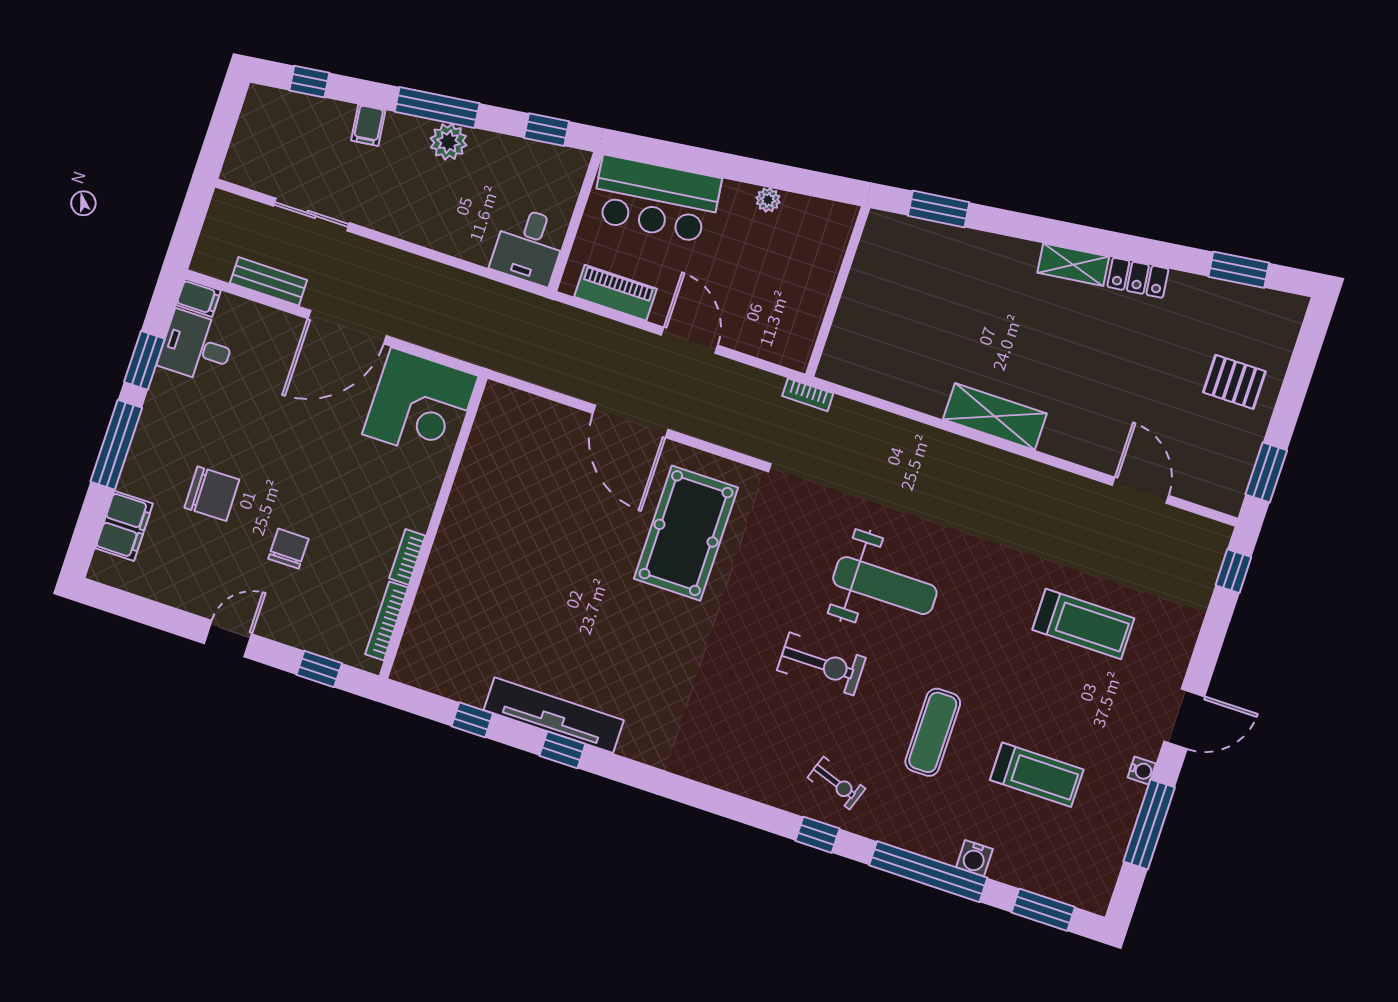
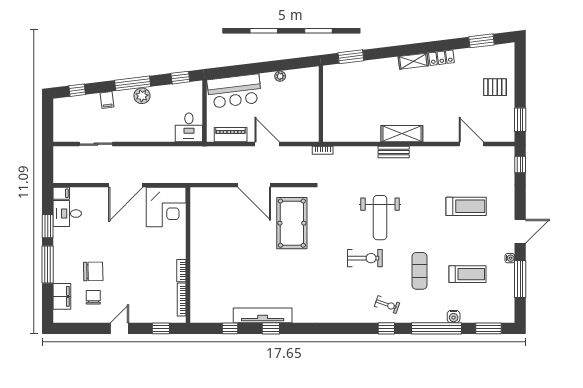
bench: (269, 281) -> (394, 152), moved
chair: (288, 549) -> (93, 297), moved
weight bench: (885, 586) -> (380, 218), turned 90

